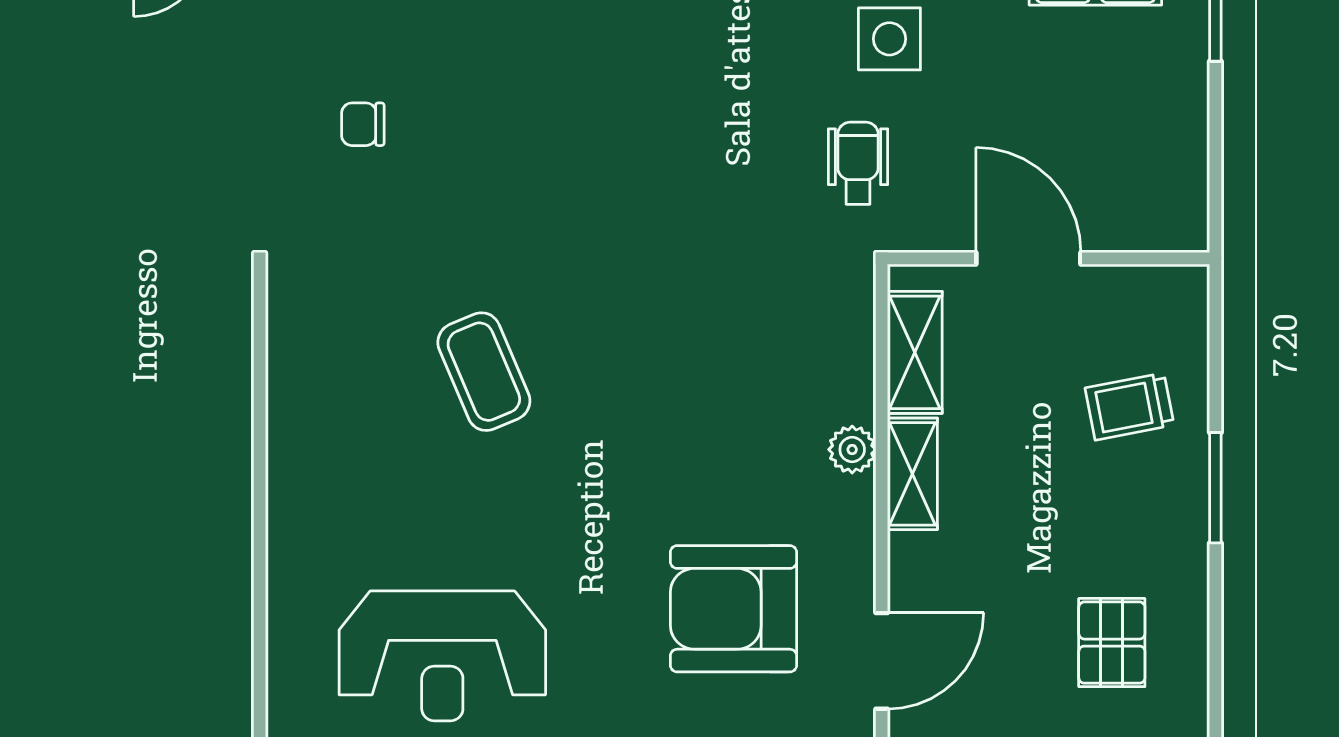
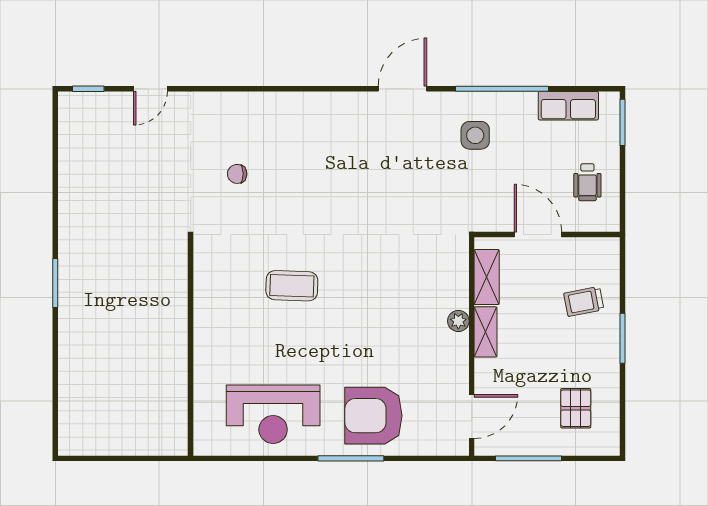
wheelchair: (858, 163) -> (587, 182), moved, turned 180
coffee table: (484, 372) -> (292, 286), turned -65
armchair: (733, 609) -> (373, 416), moved

